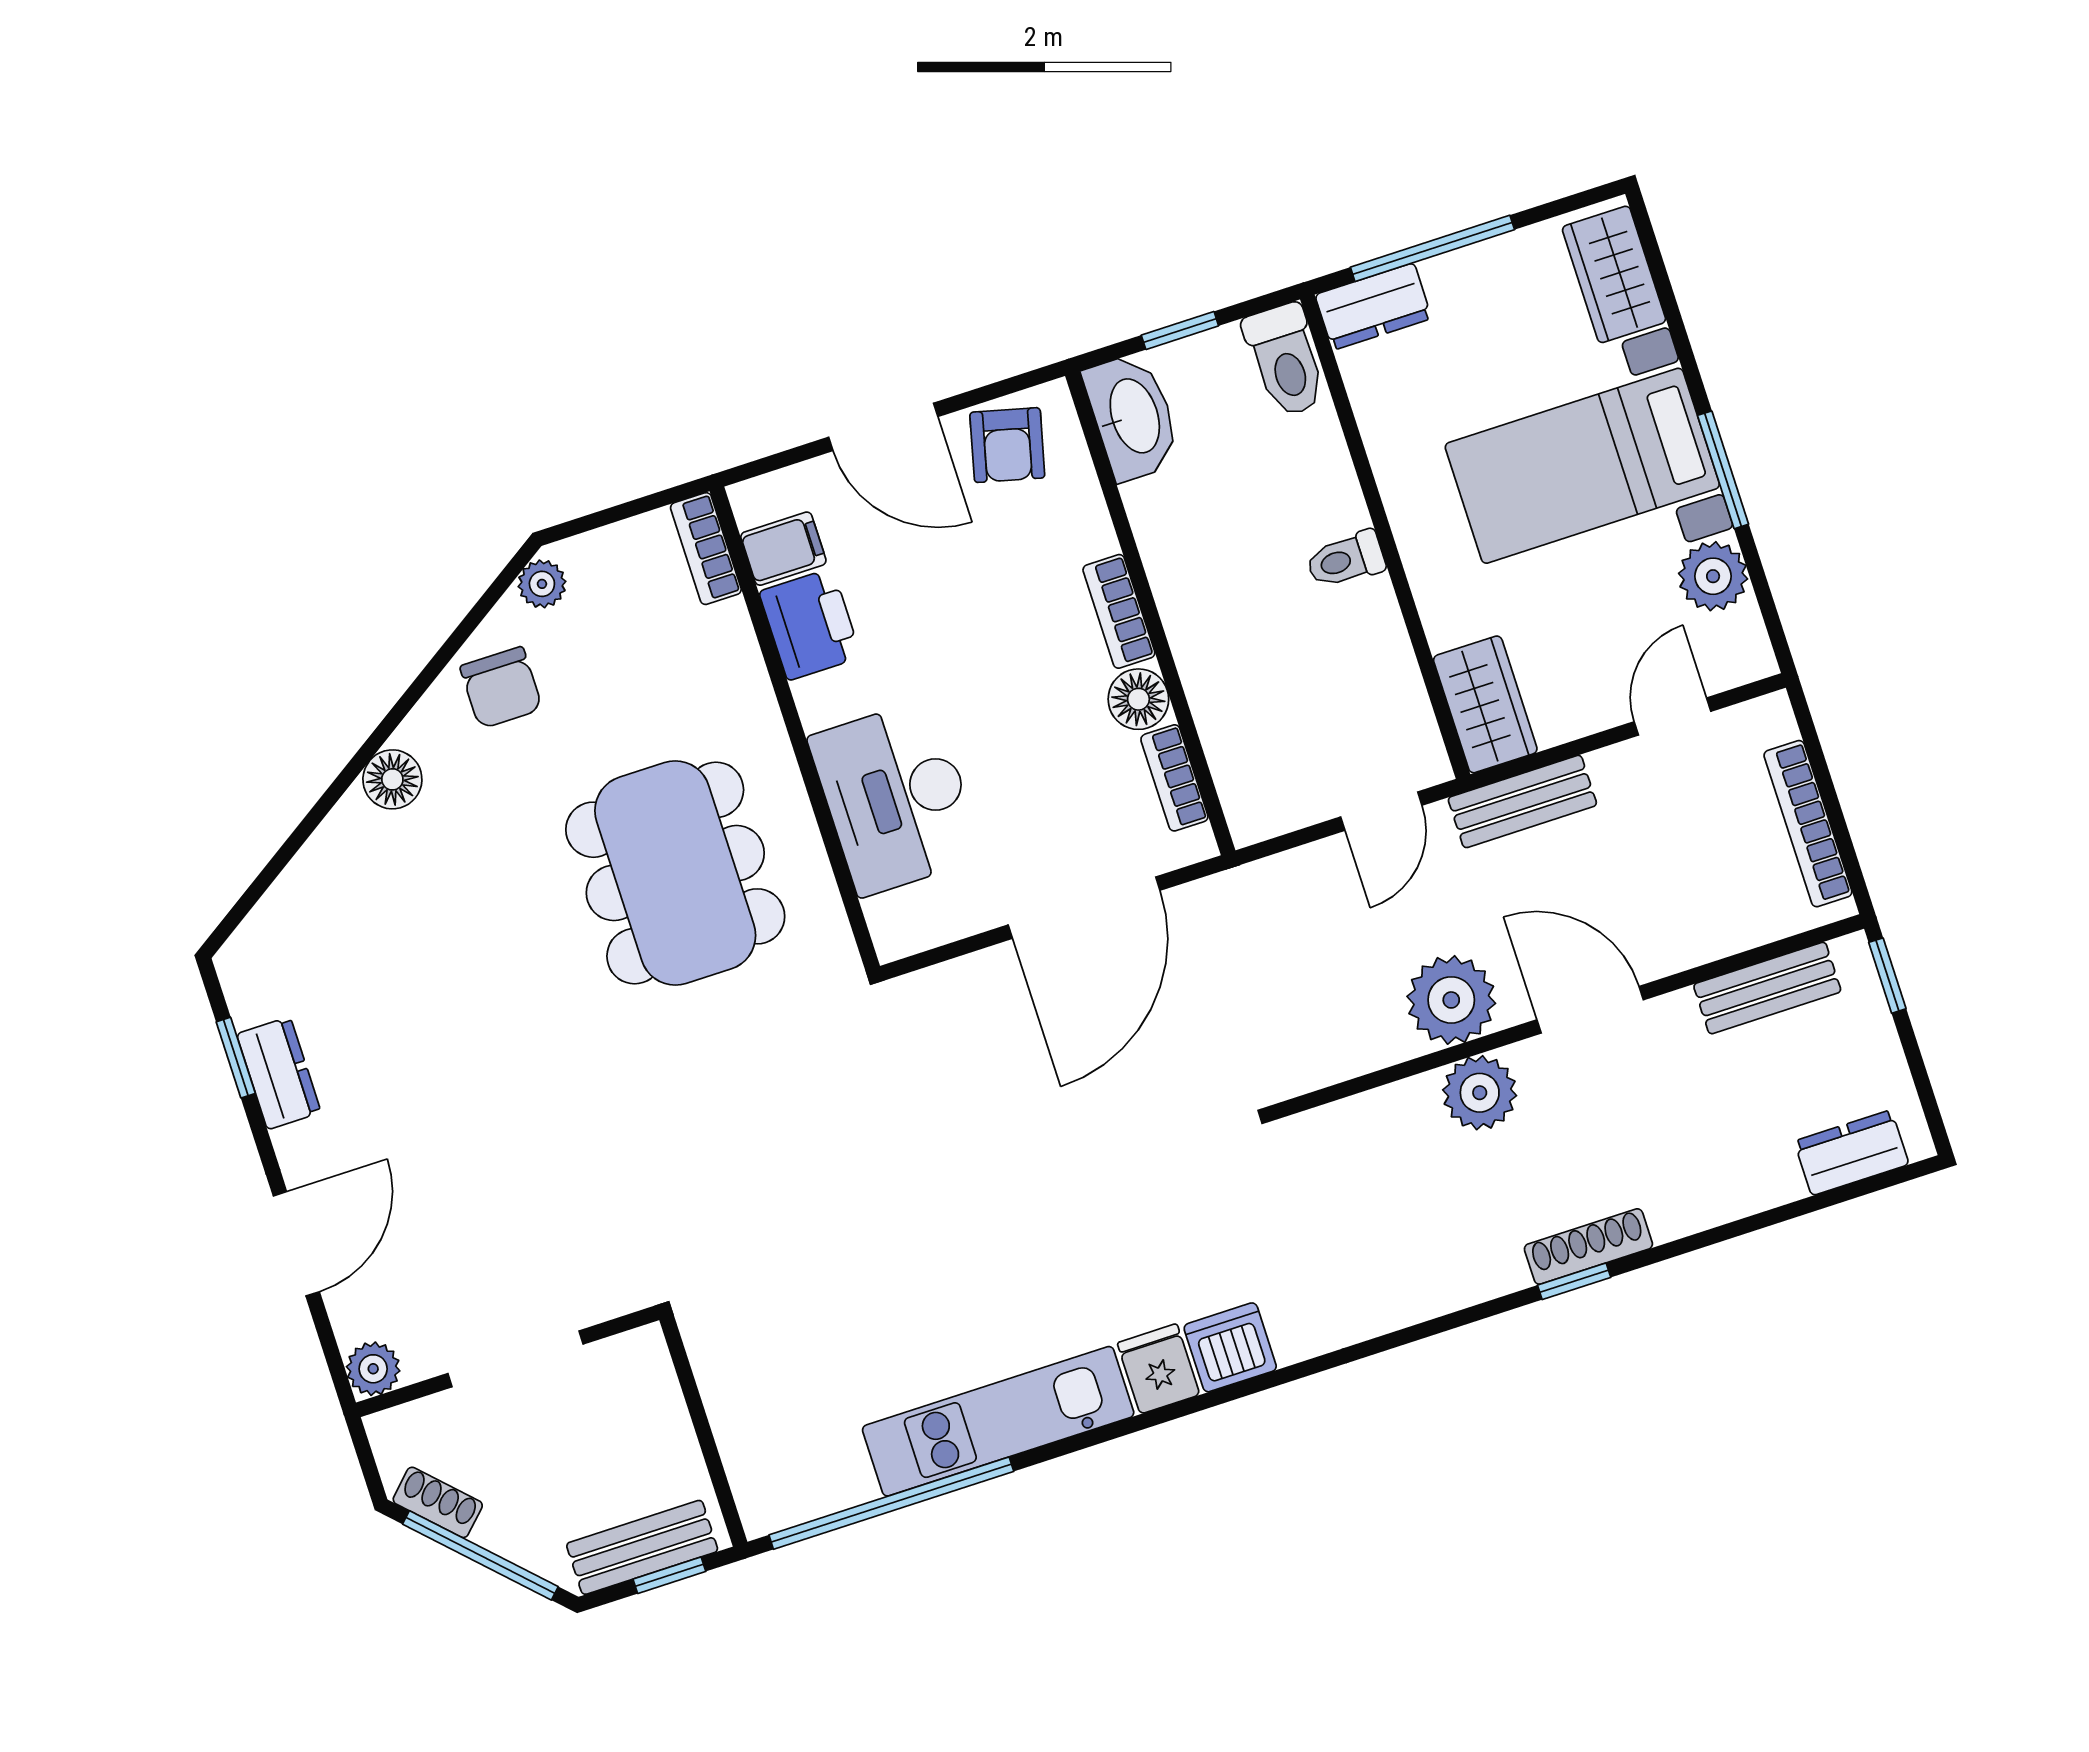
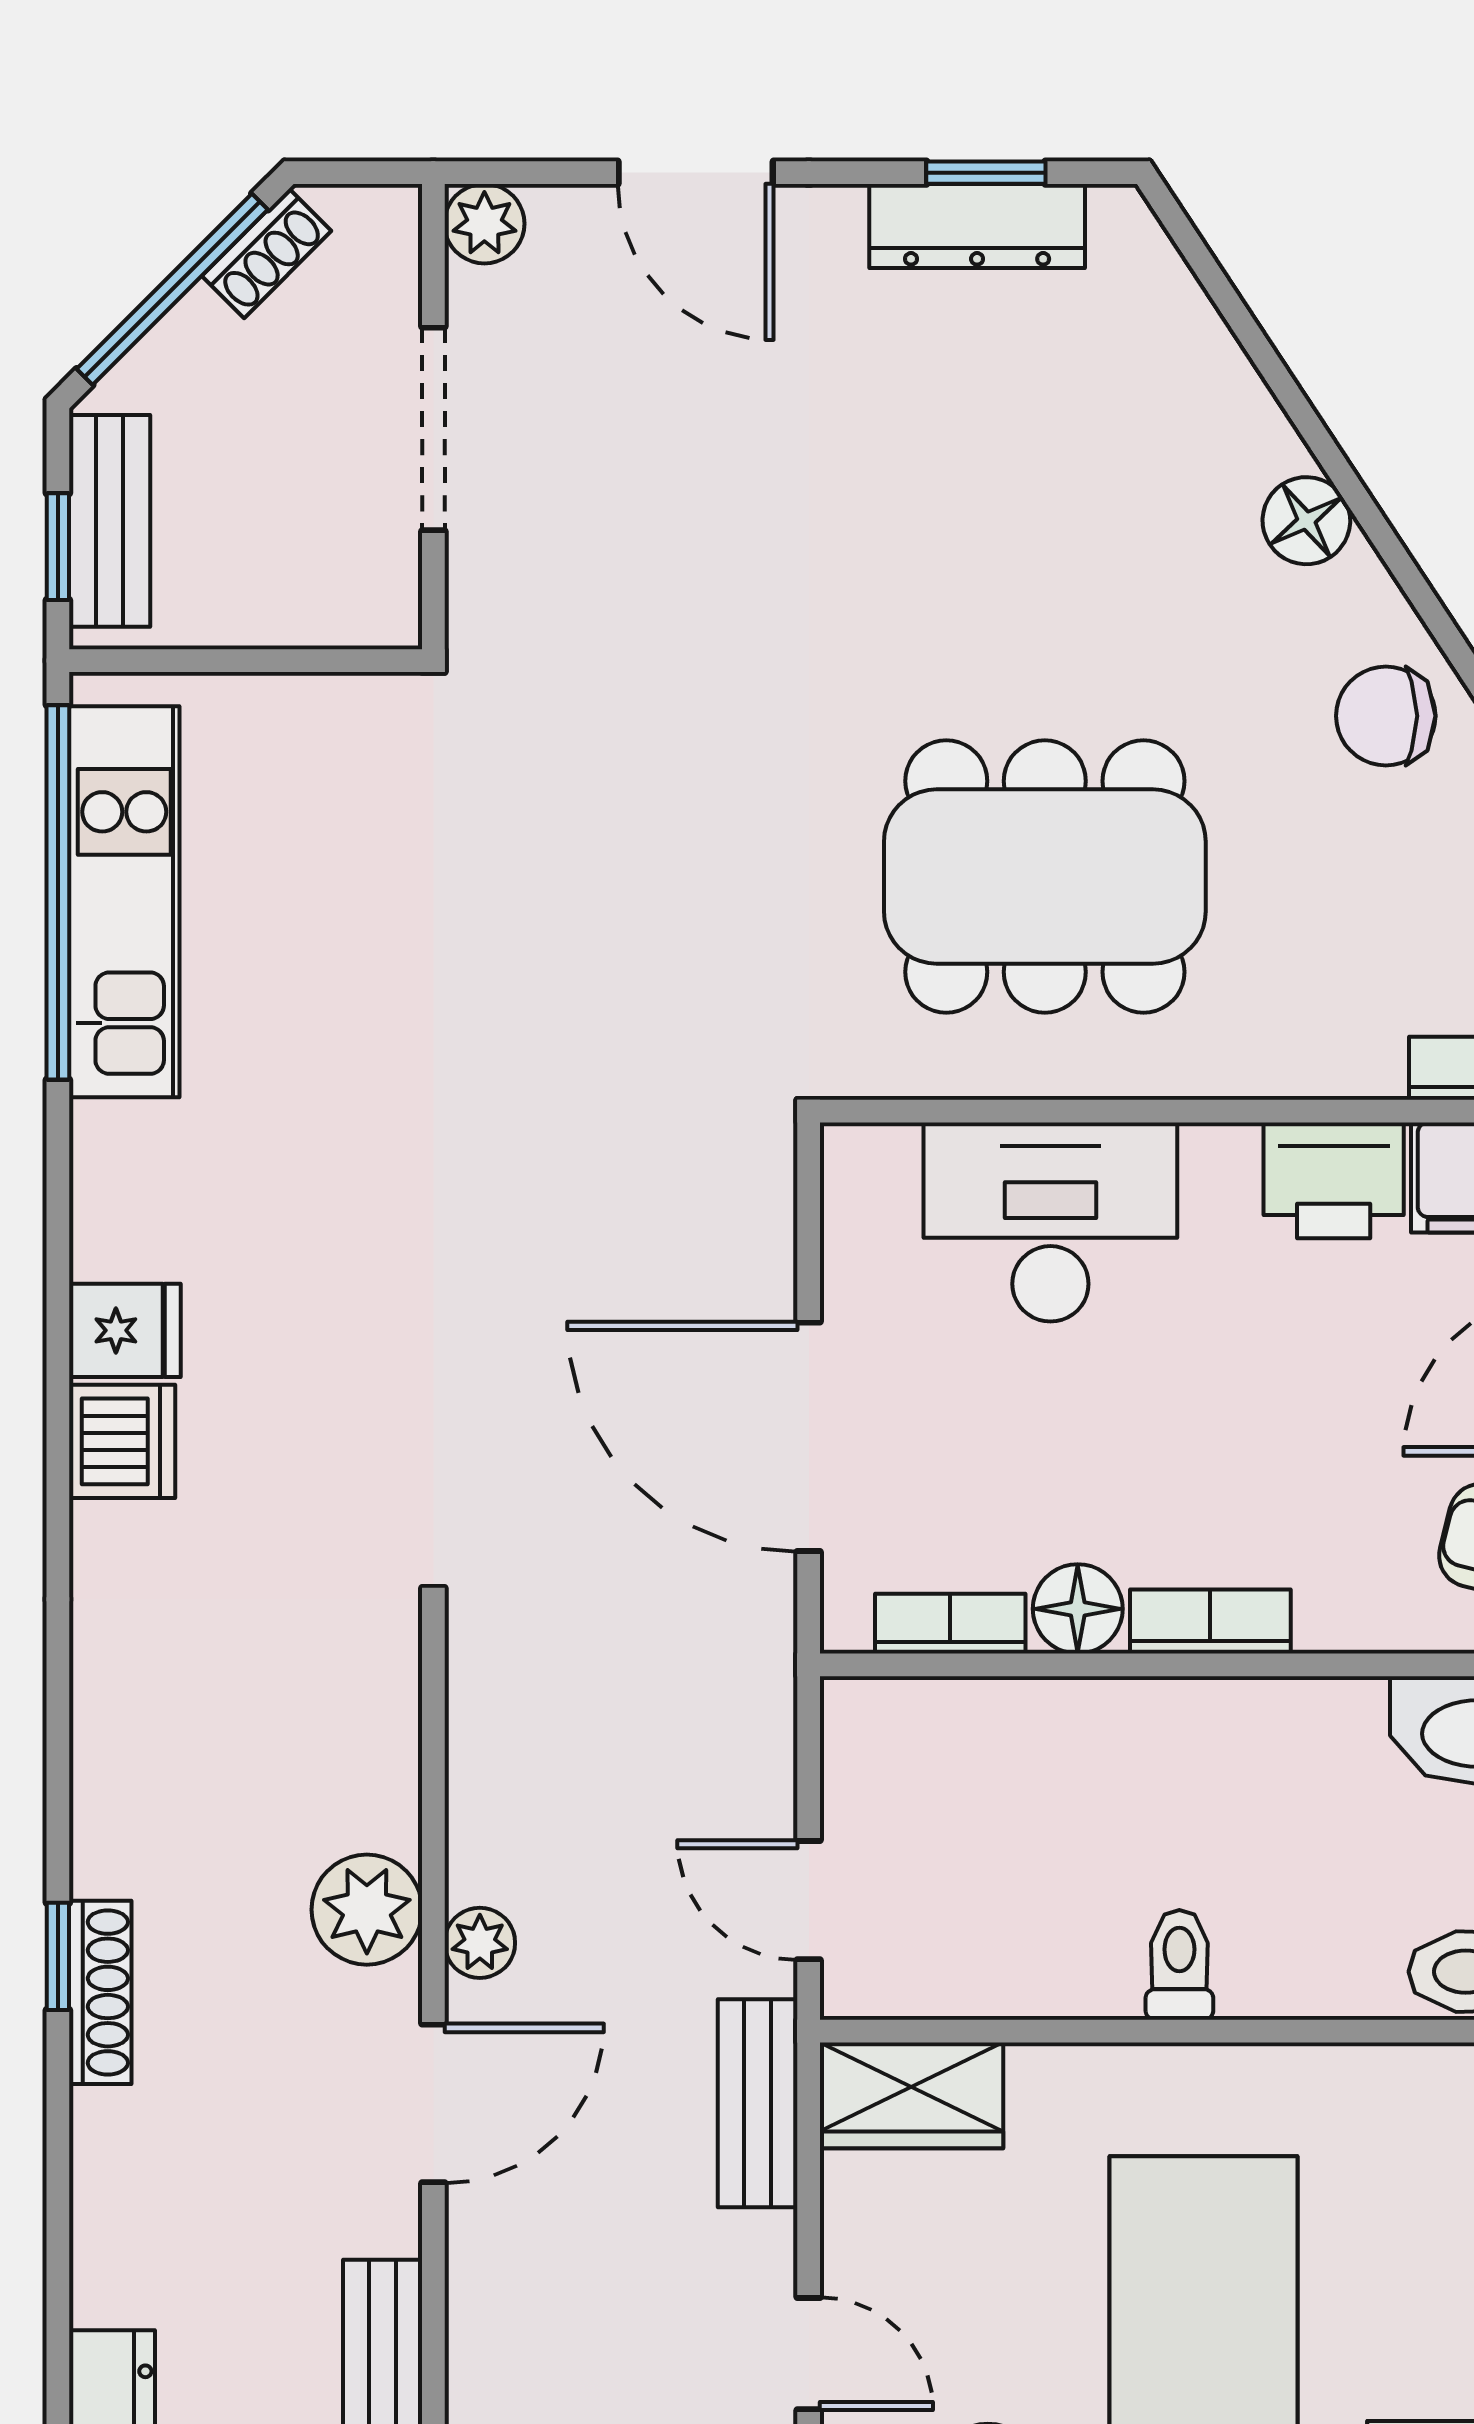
plant: (1451, 1000) -> (480, 1943), width x0.53, depth x0.53
dresser: (279, 1073) -> (977, 226), width x1.44
kitchen unit: (998, 1421) -> (124, 902), moved

